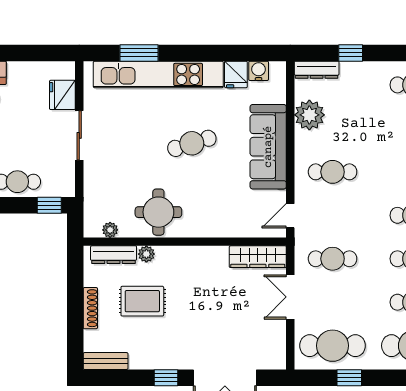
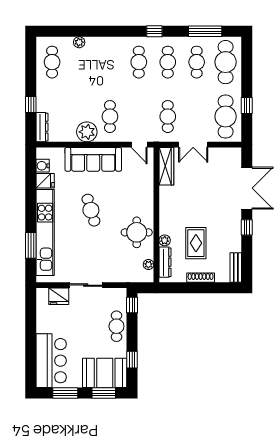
plant: (309, 115) -> (87, 132), moved

